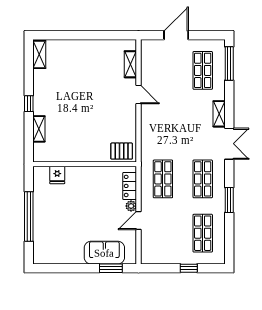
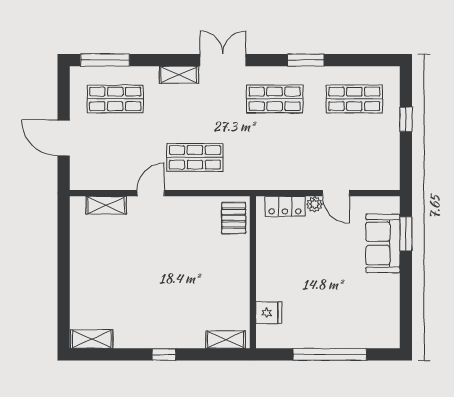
shelving: (39, 129) -> (226, 340), moved
shop shelf: (163, 179) -> (195, 157), moved

